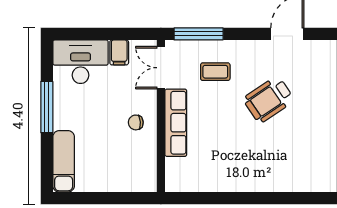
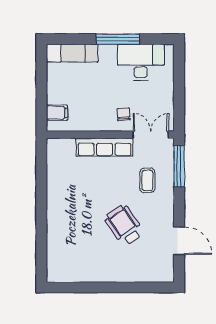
filing cabinet: (119, 52) -> (57, 113), moved, turned 180
desk: (81, 62) -> (141, 62), moved, turned -90
chair: (136, 122) -> (124, 114), moved

